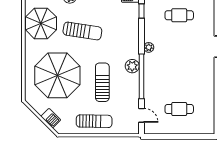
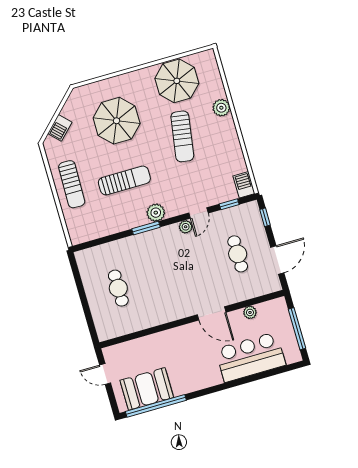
parasol: (57, 75) -> (117, 121), width x0.73, depth x0.73
window: (141, 76) -> (146, 228), width x0.47
door: (141, 115) -> (199, 213), moved

